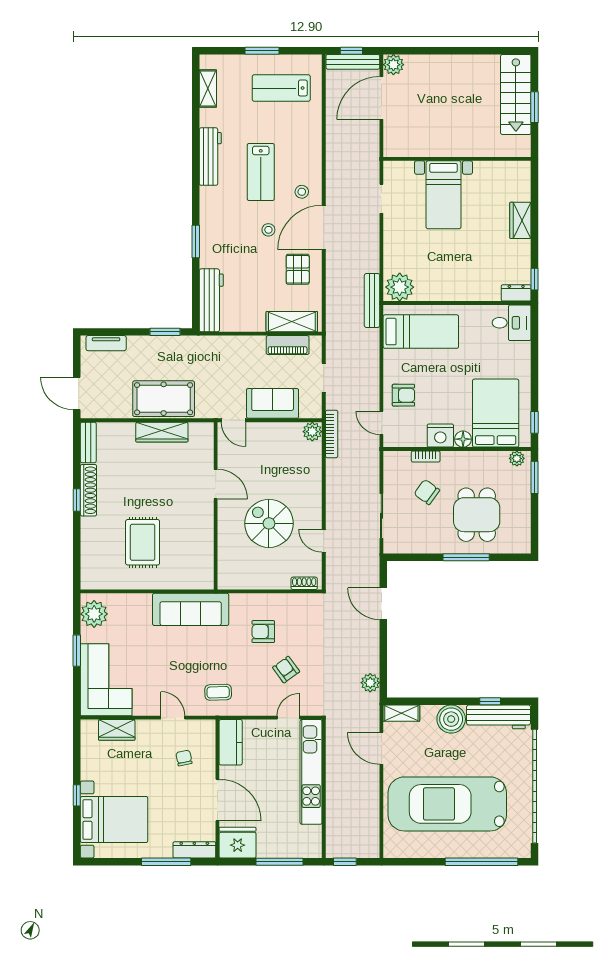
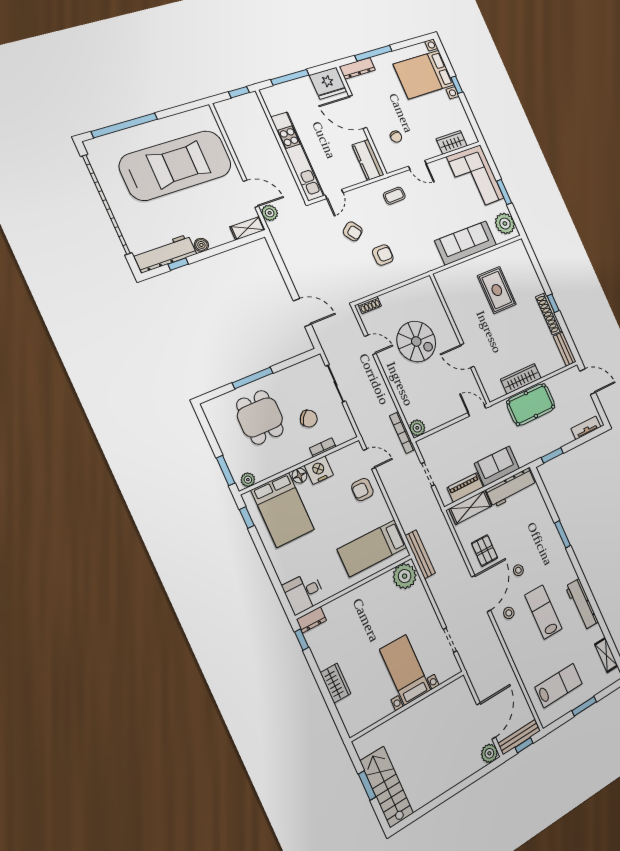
workbench: (211, 300) -> (511, 488), moved, turned -90
sofa: (273, 403) -> (497, 466), moved, turned 180
sofa: (191, 609) -> (466, 243), moved
plant: (370, 683) -> (270, 213), moved
boiler: (451, 719) -> (201, 245), width x0.54, depth x0.54

